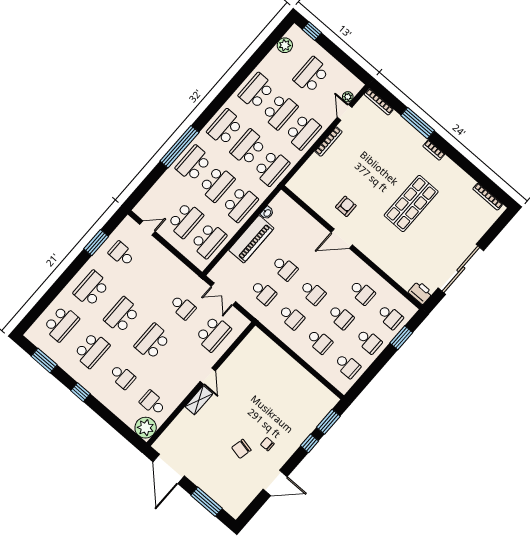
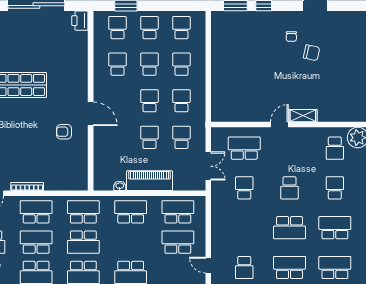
school desk: (217, 184) -> (131, 242), removed
school desk: (91, 289) -> (290, 267), turned 180
school desk: (152, 342) -> (290, 188), width x0.54

